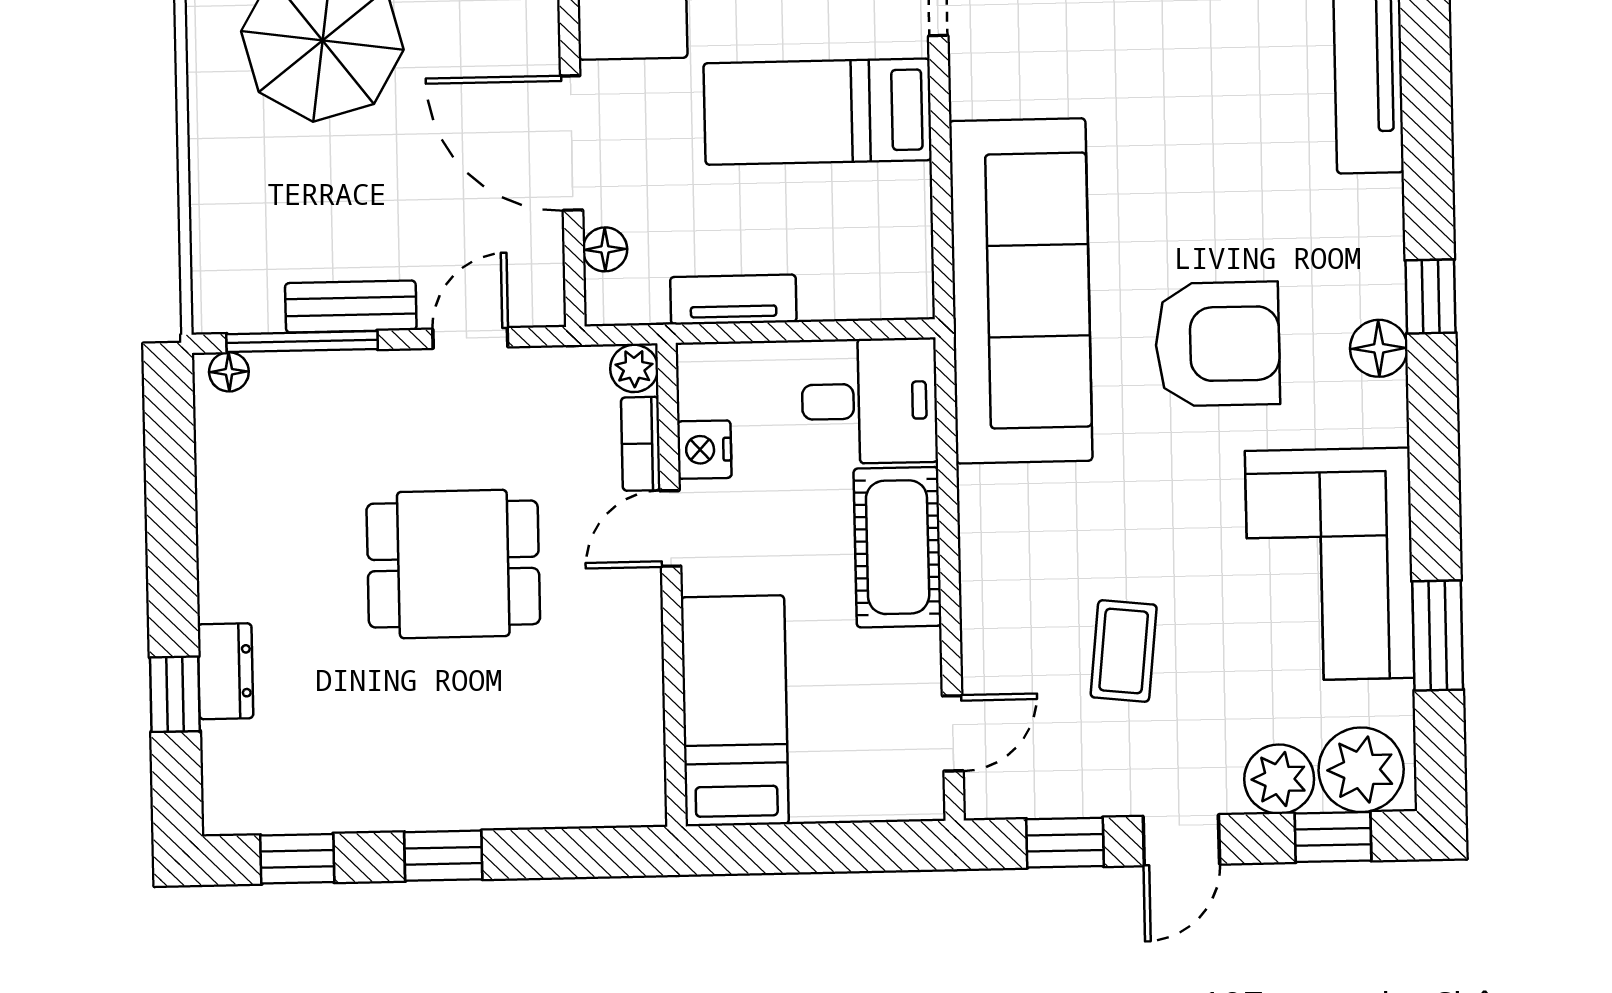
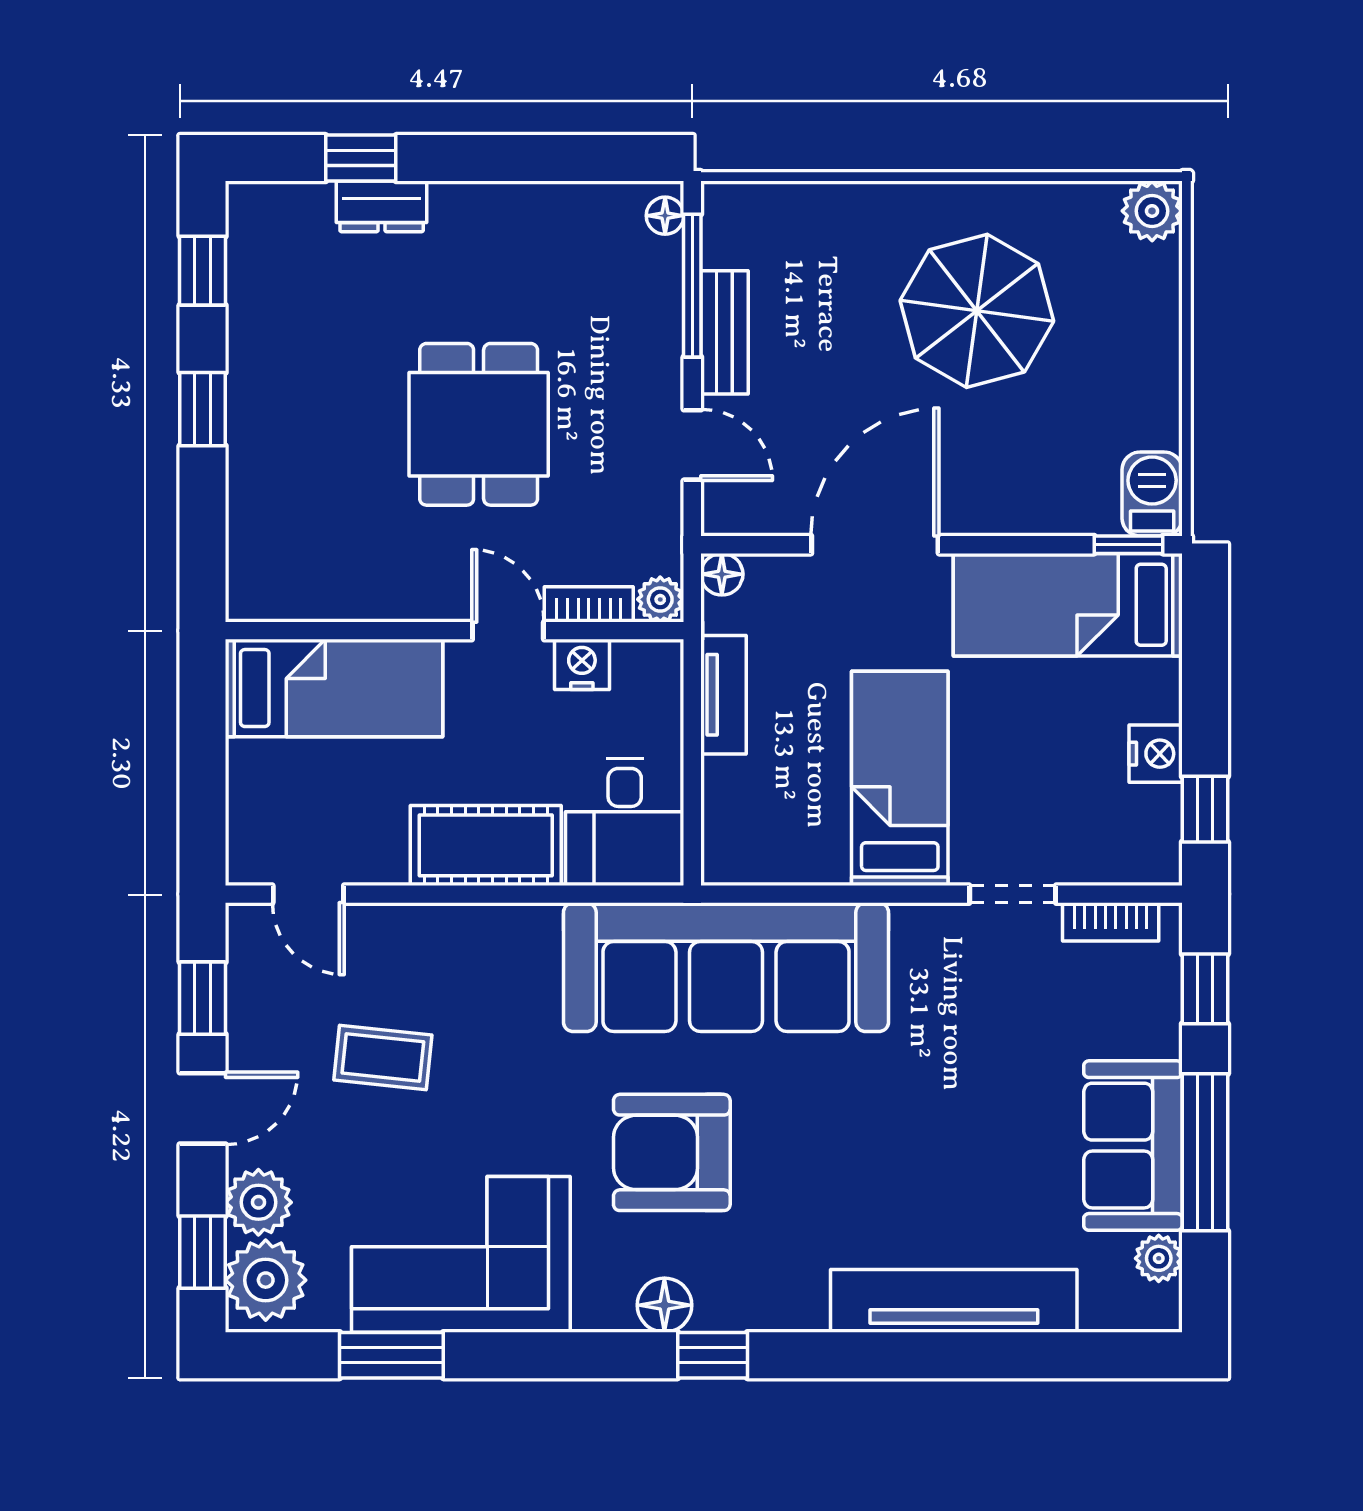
floor lamp: (605, 249) -> (722, 574), moved
armchair: (1217, 344) -> (672, 1152), turned 90
door: (1181, 840) -> (203, 1108), swing flipped

